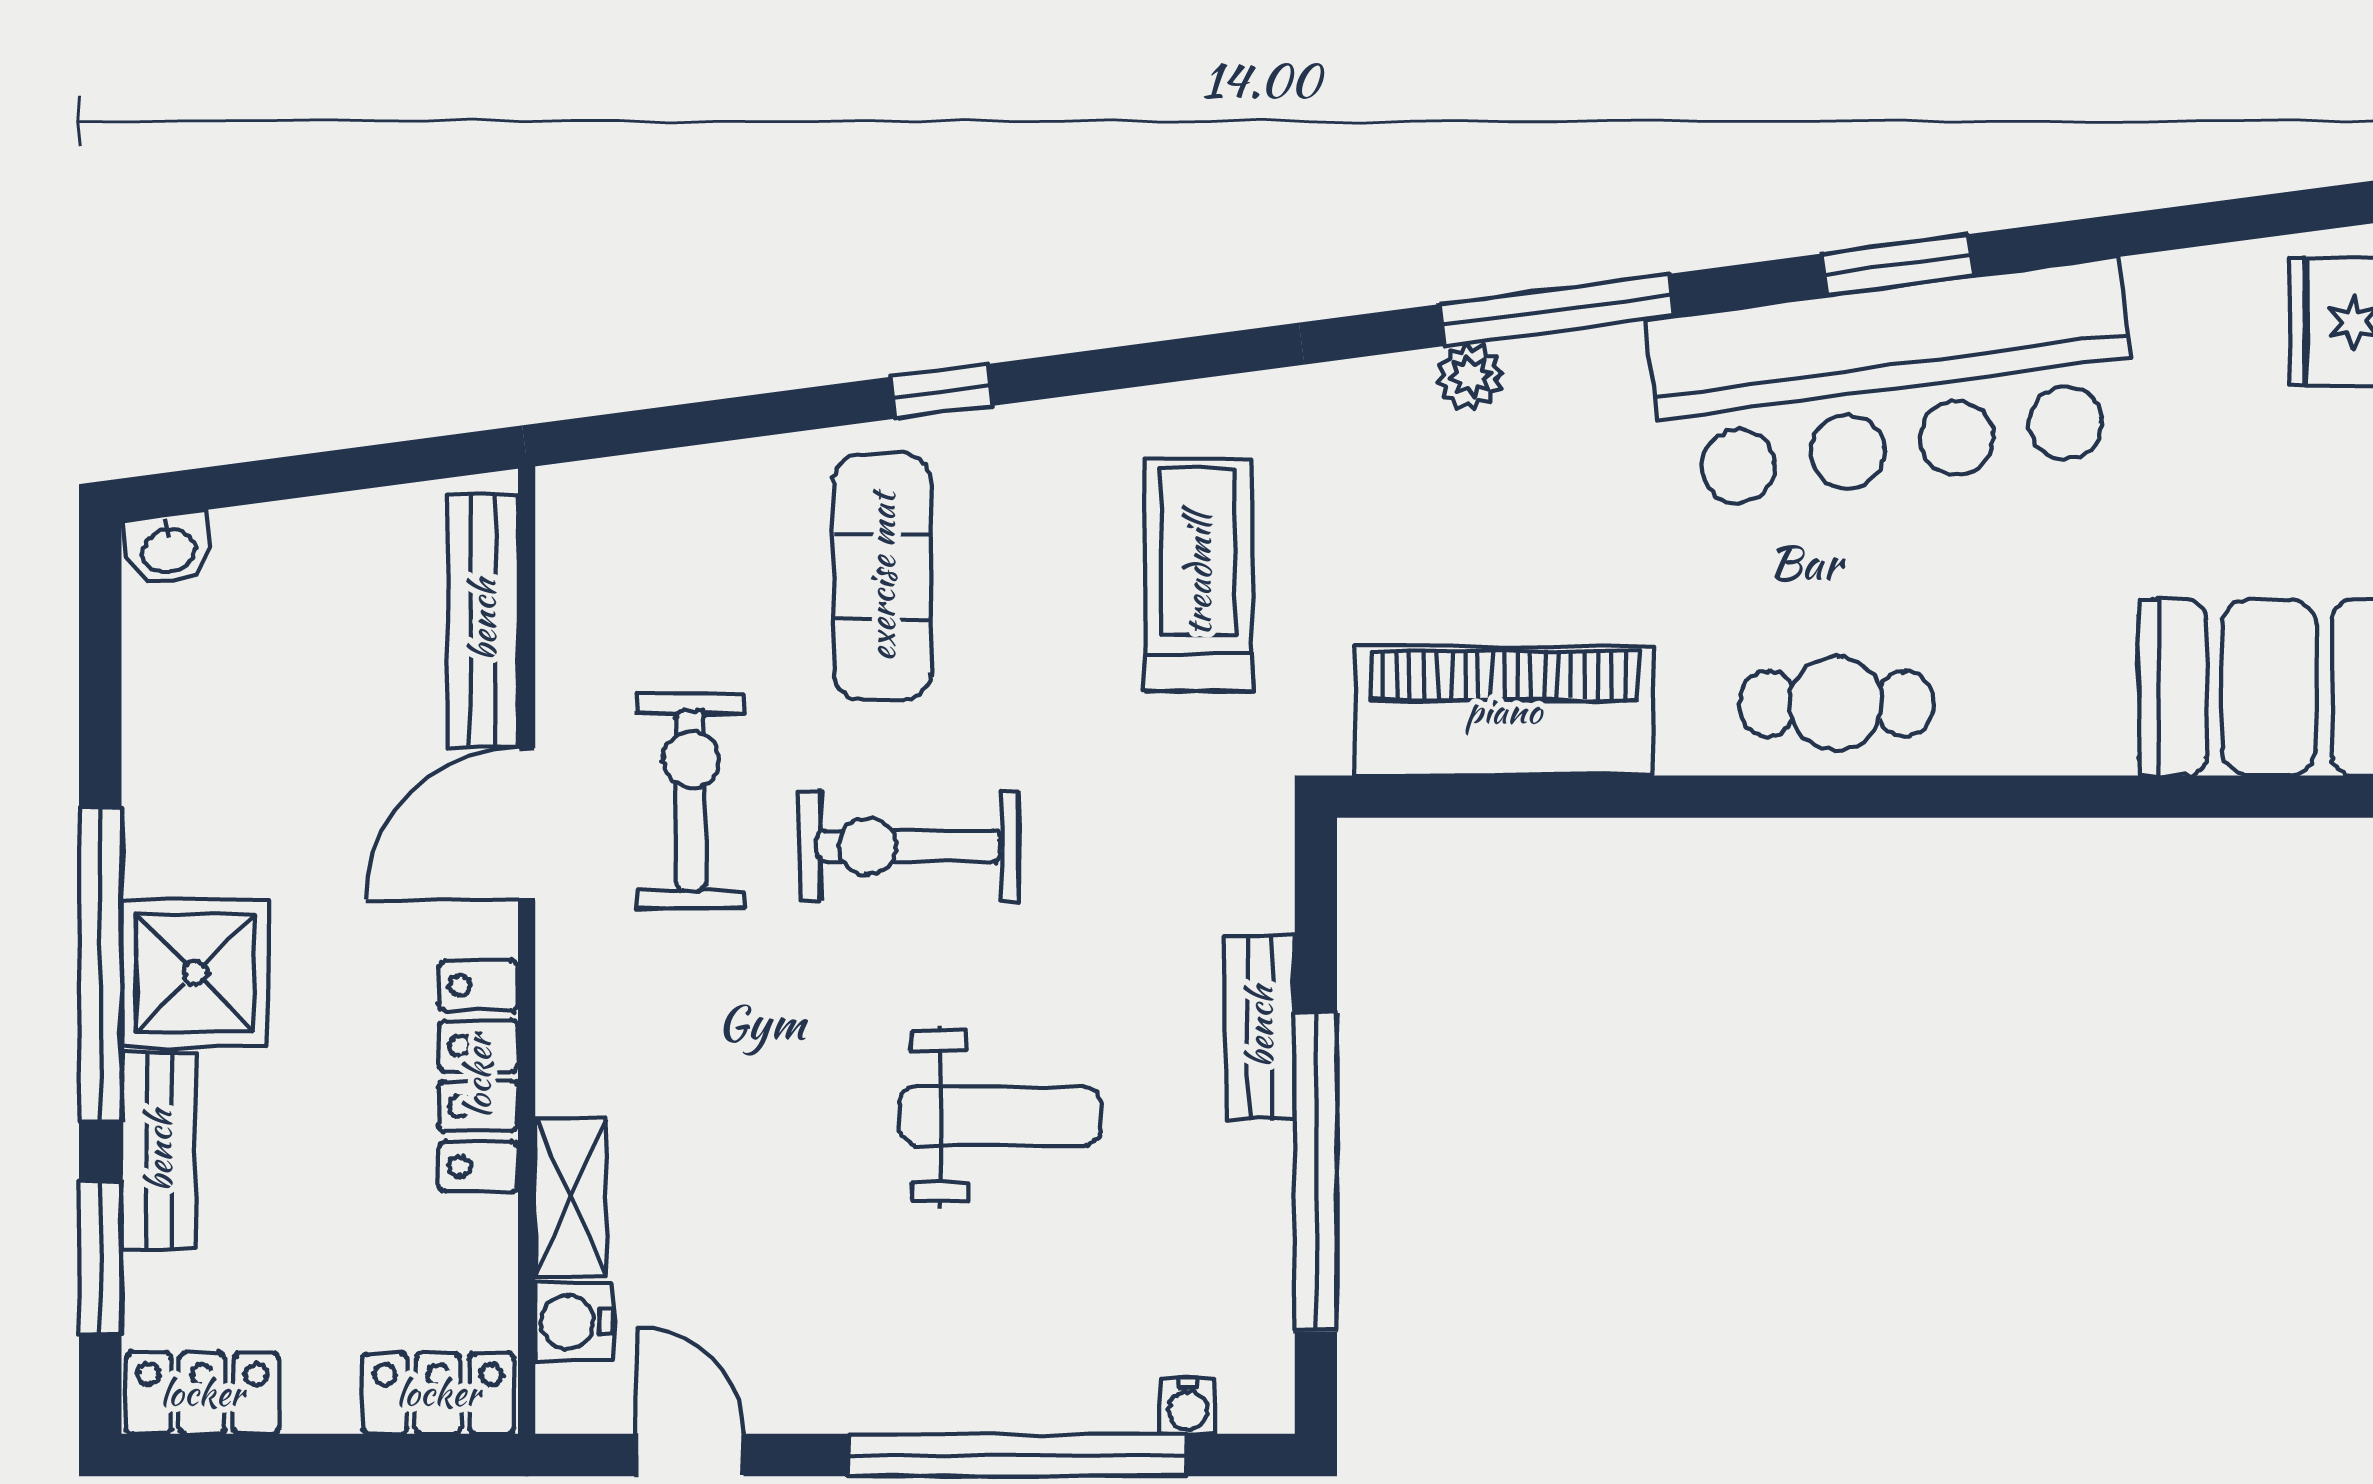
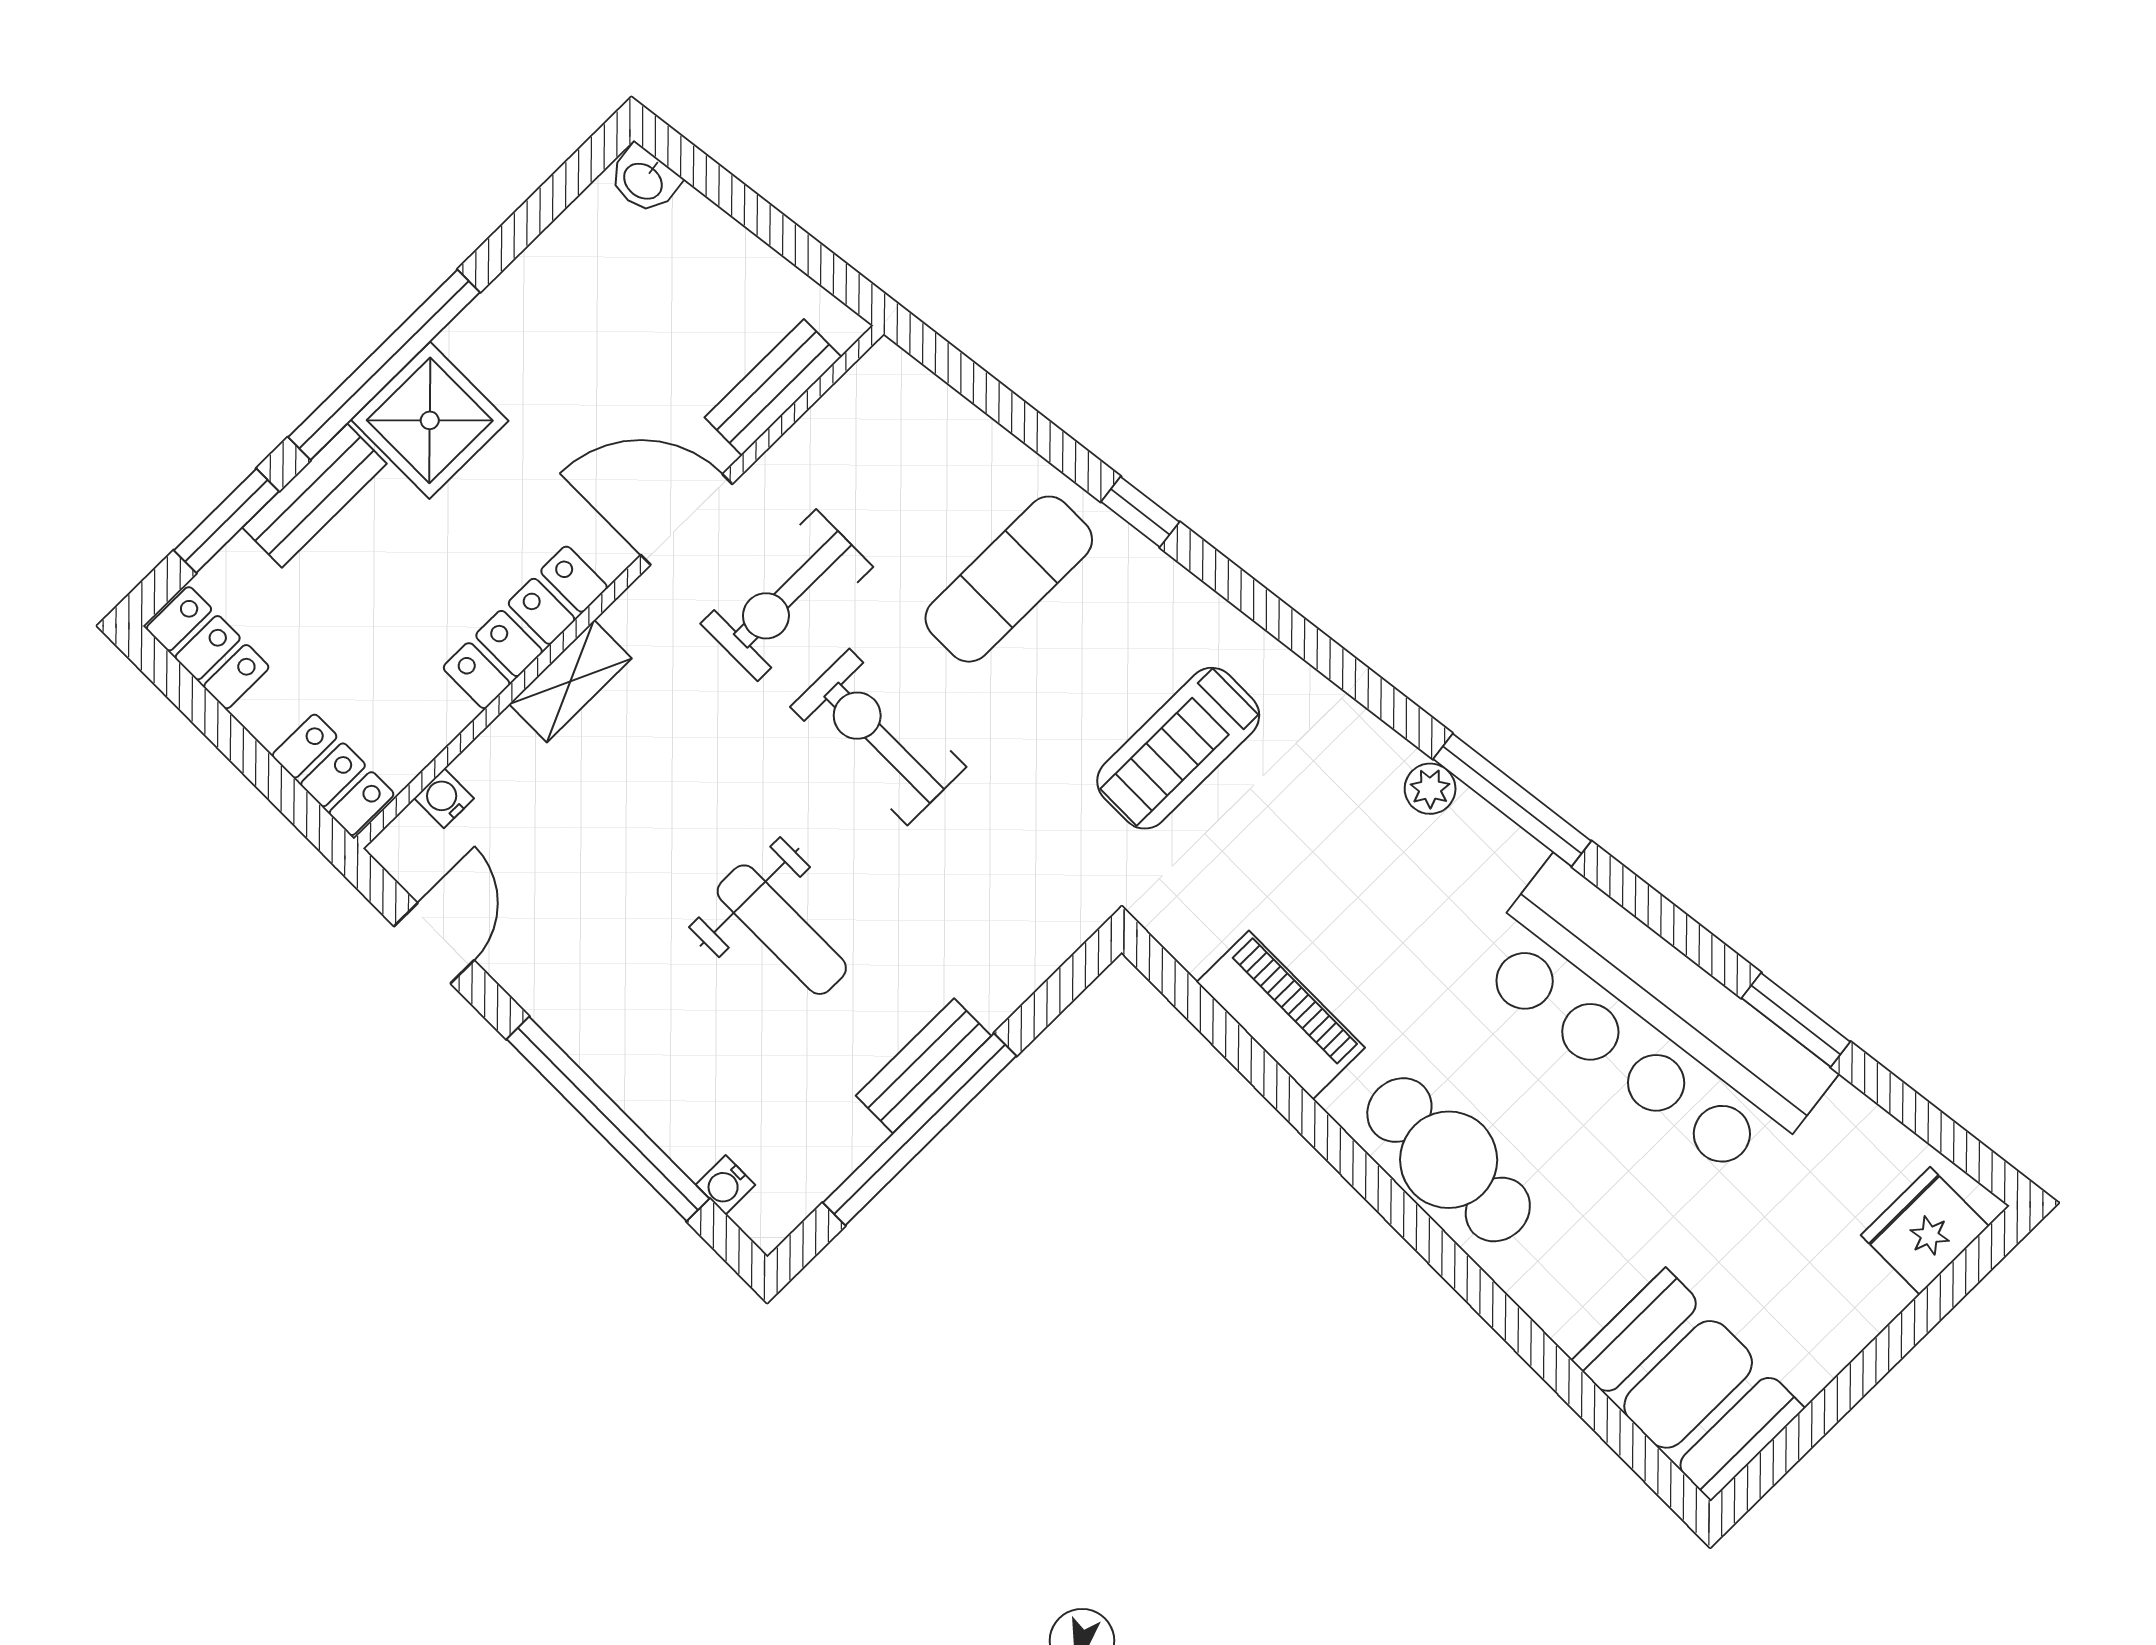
window: (1897, 265) -> (1796, 1020), moved
treadmill: (1198, 575) -> (1178, 748), turned 180
bench: (483, 620) -> (773, 387), width x0.73
cafe table: (1836, 704) -> (1449, 1160), width x1.37, depth x1.35
piano: (1504, 711) -> (1281, 1015), width x0.73, depth x0.75
exercise bike: (691, 801) -> (787, 595), turned 180
bench: (1260, 1027) -> (924, 1066), moved
shelving: (571, 1197) -> (570, 681), moved
water cooler: (574, 1322) -> (444, 798), width x0.72, depth x0.72

